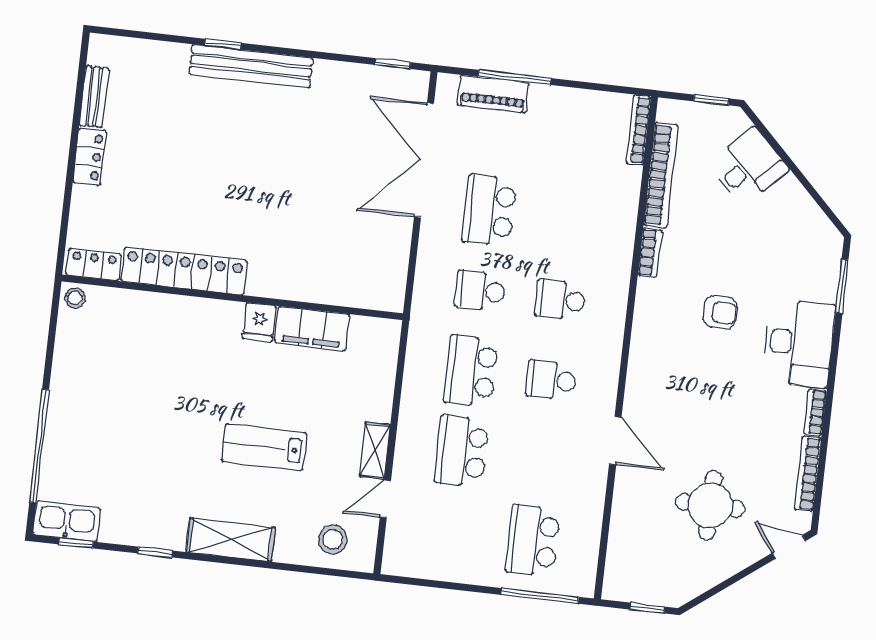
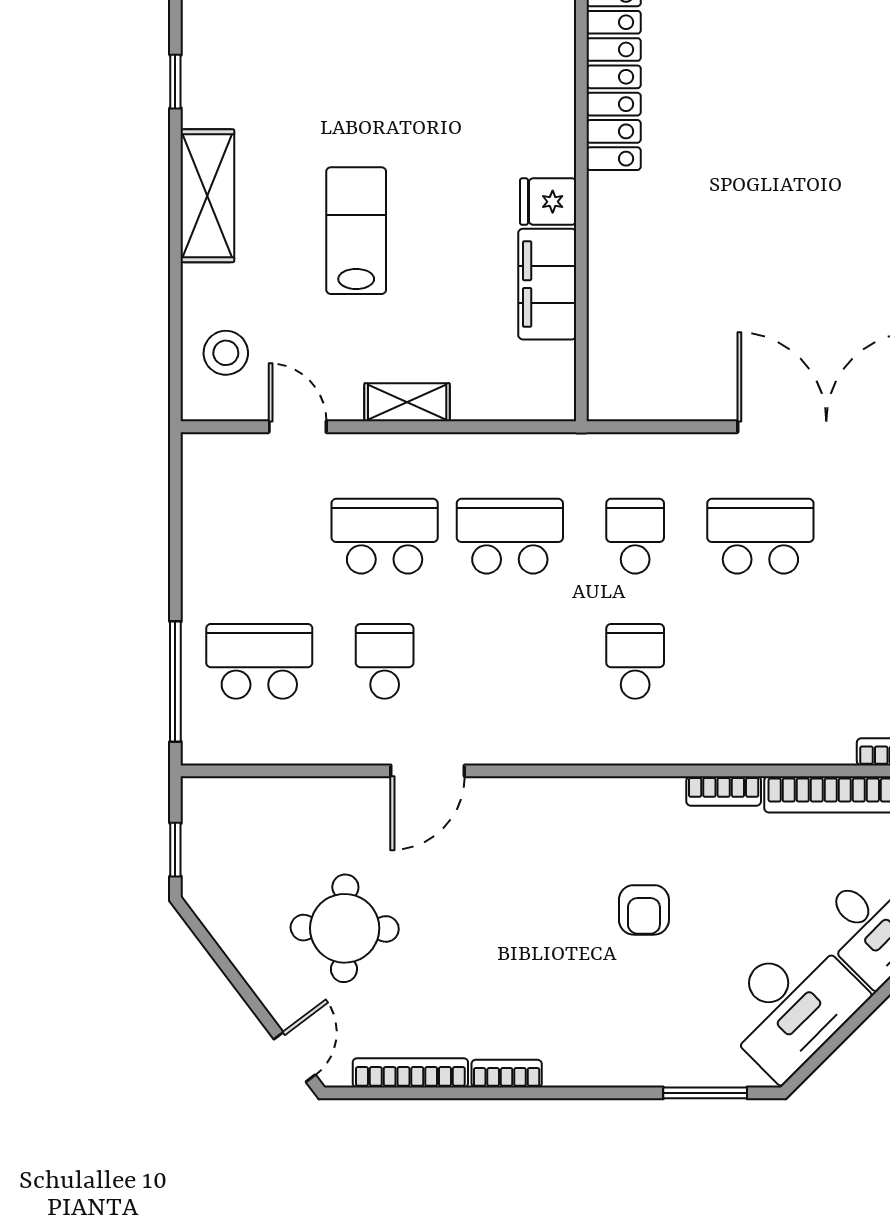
desk: (799, 343) -> (791, 1005), moved, turned -45
school desk: (551, 380) -> (385, 661), moved
shelving: (375, 451) -> (407, 402), moved

